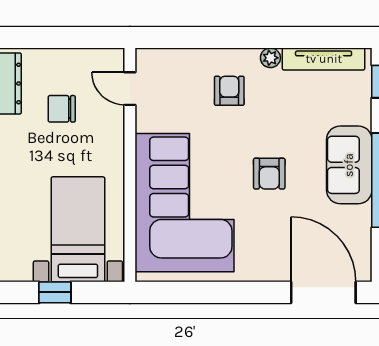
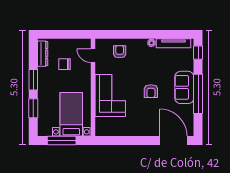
armchair: (229, 91) -> (120, 52), moved
corner sofa: (184, 203) -> (110, 96), width x0.73, depth x0.74
window: (55, 292) -> (62, 141), width x2.17

